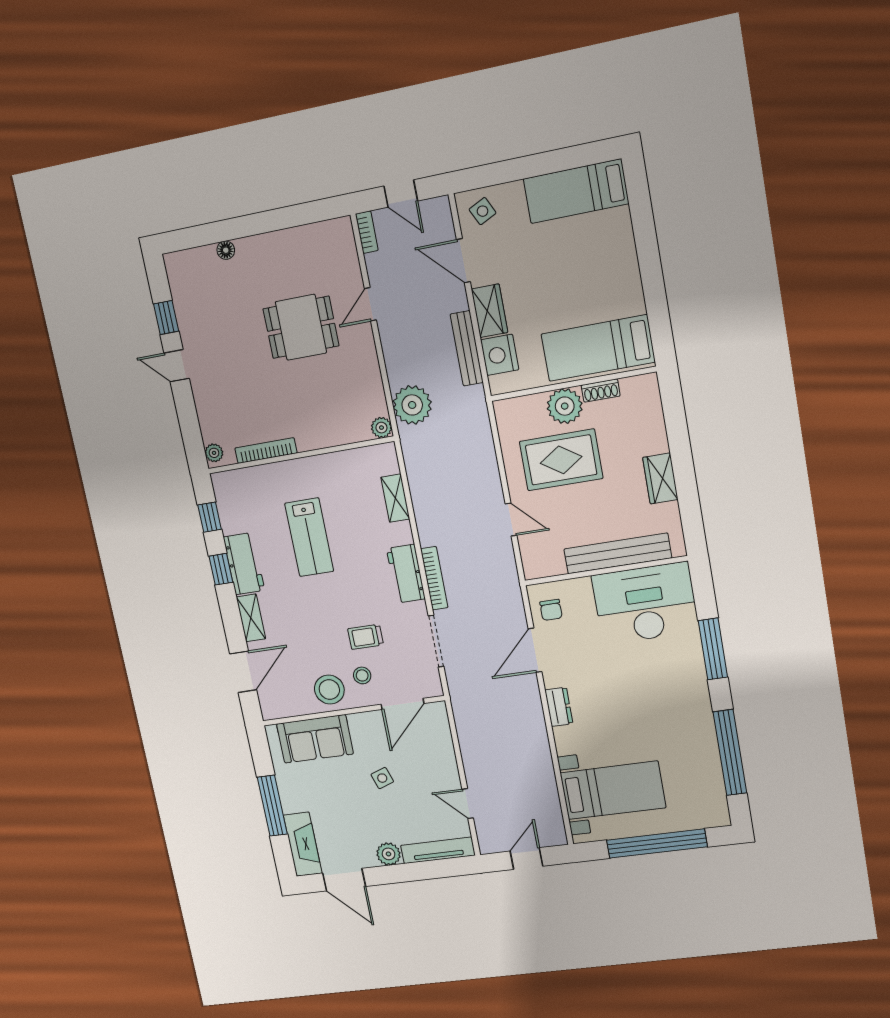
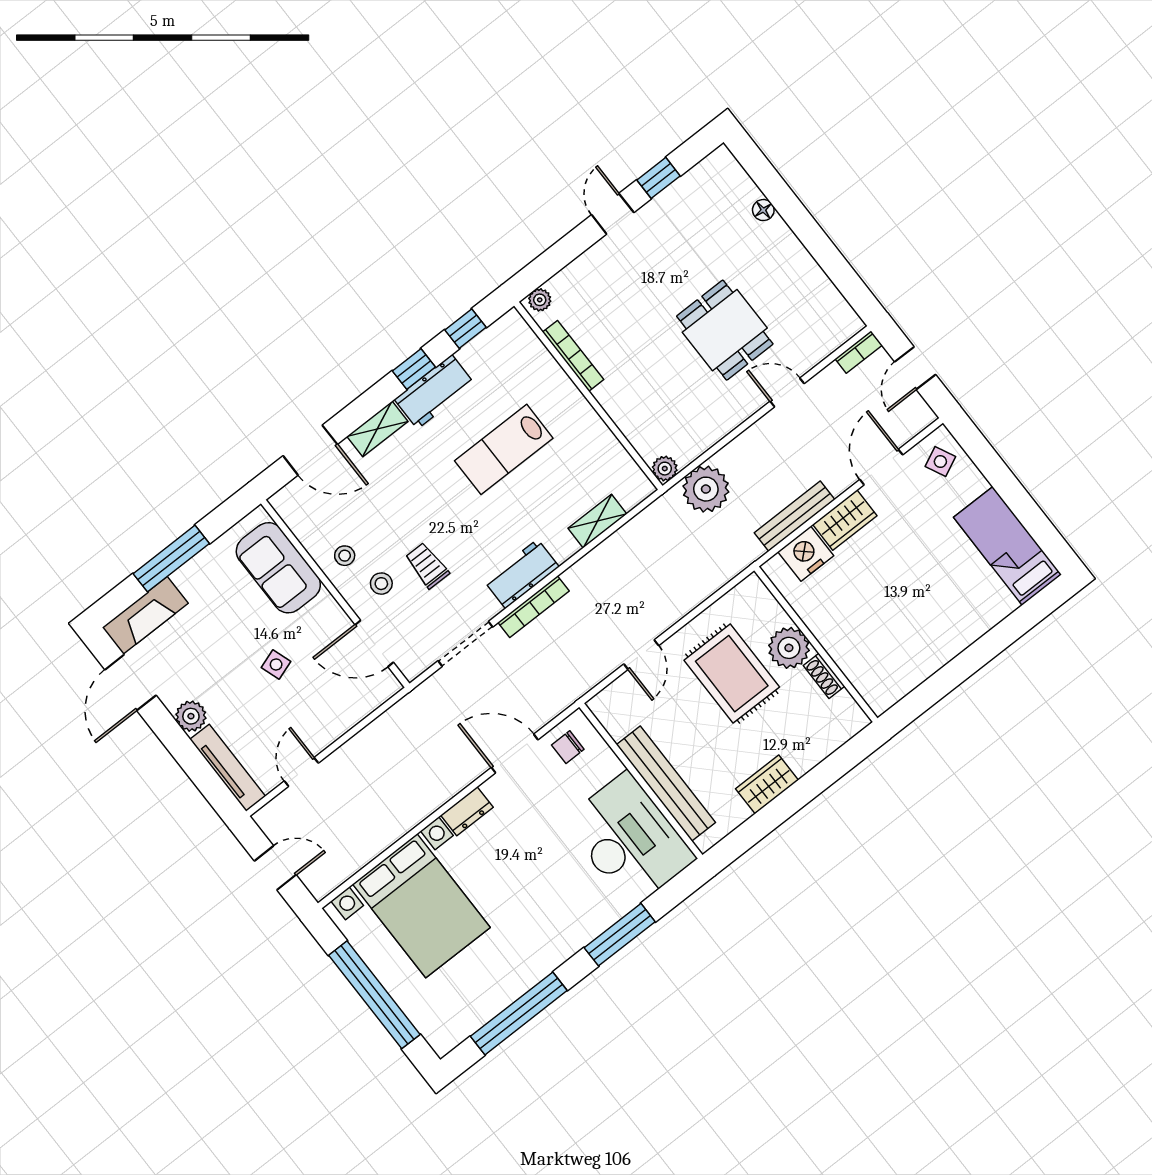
bed: (598, 348) -> (865, 650), removed
stool: (329, 690) -> (345, 556), width x0.53, depth x0.53
bed with nightstands: (613, 790) -> (421, 906), width x1.36

